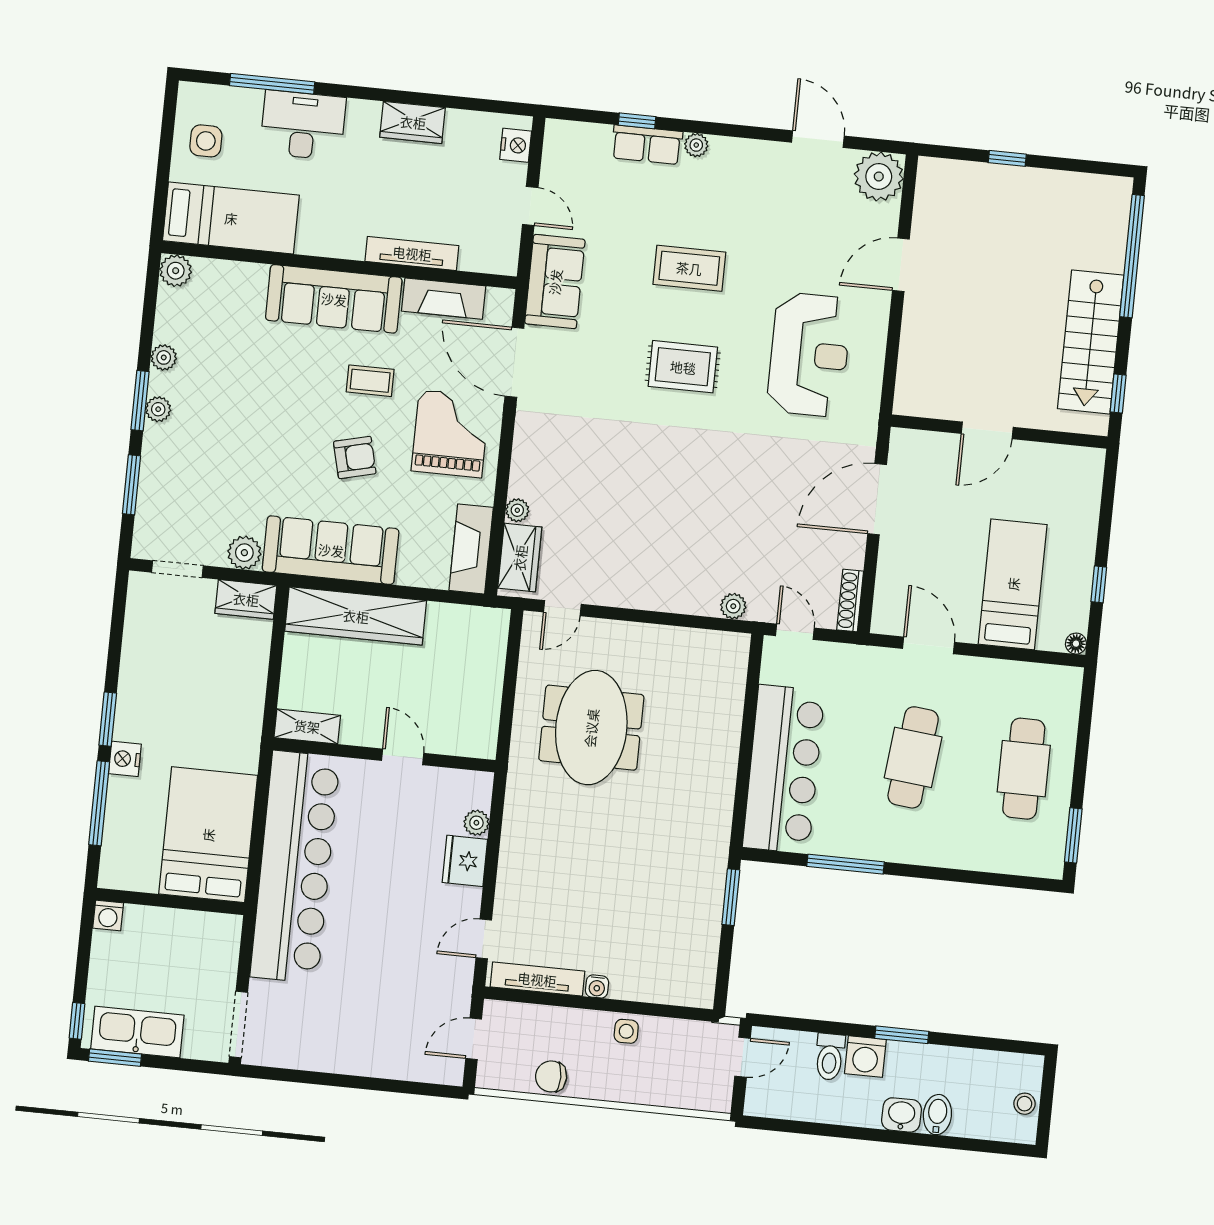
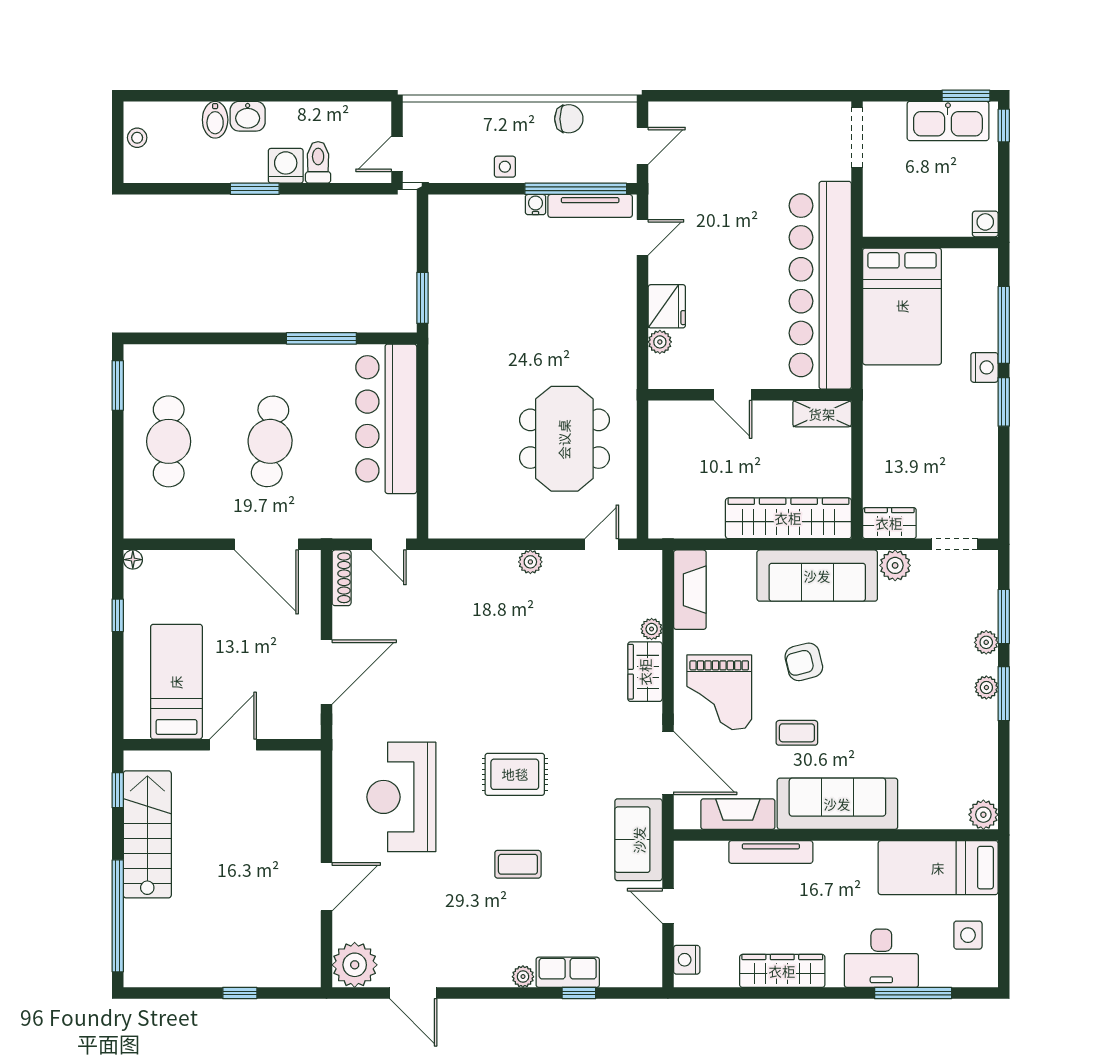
wardrobe: (413, 122) -> (782, 971), width x1.50
coffee table: (689, 268) -> (518, 864), width x0.73, depth x0.77
plant: (164, 357) -> (986, 642), moved
wardrobe: (520, 558) -> (645, 672), moved
bed: (1013, 584) -> (176, 682), moved, turned 180
plant: (733, 606) -> (530, 562), moved
door: (929, 645) -> (266, 544), width x1.36
window: (551, 999) -> (576, 189), added

